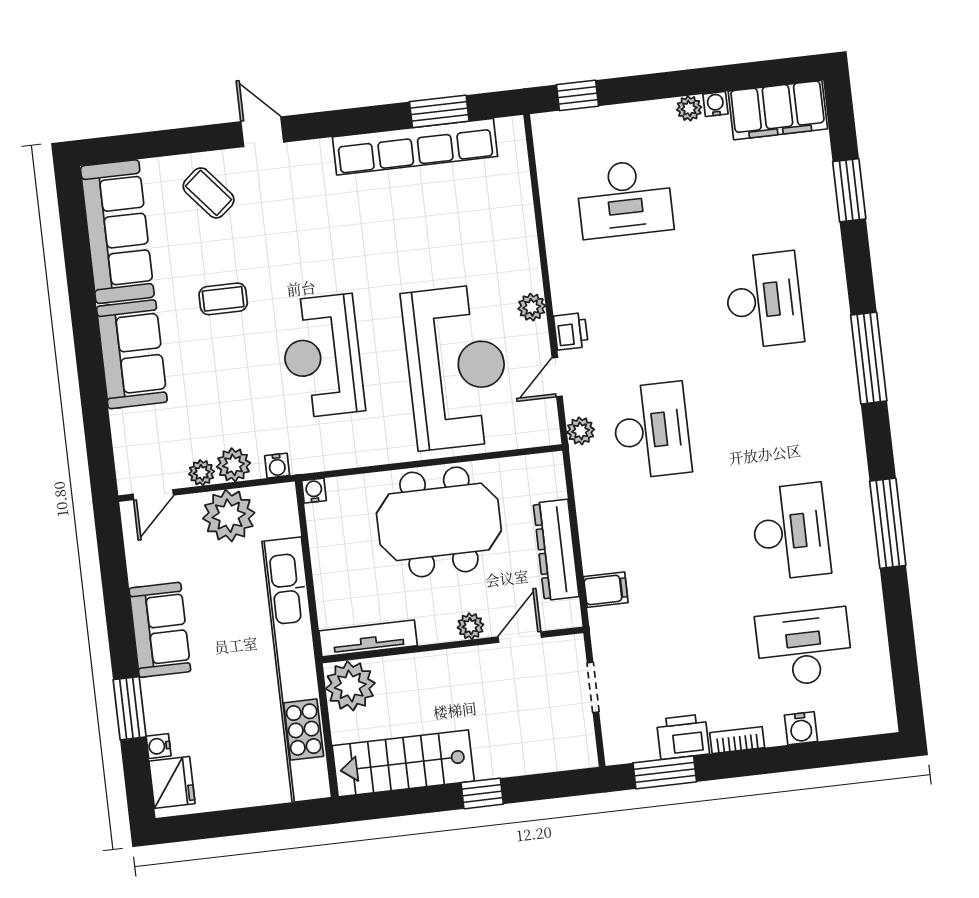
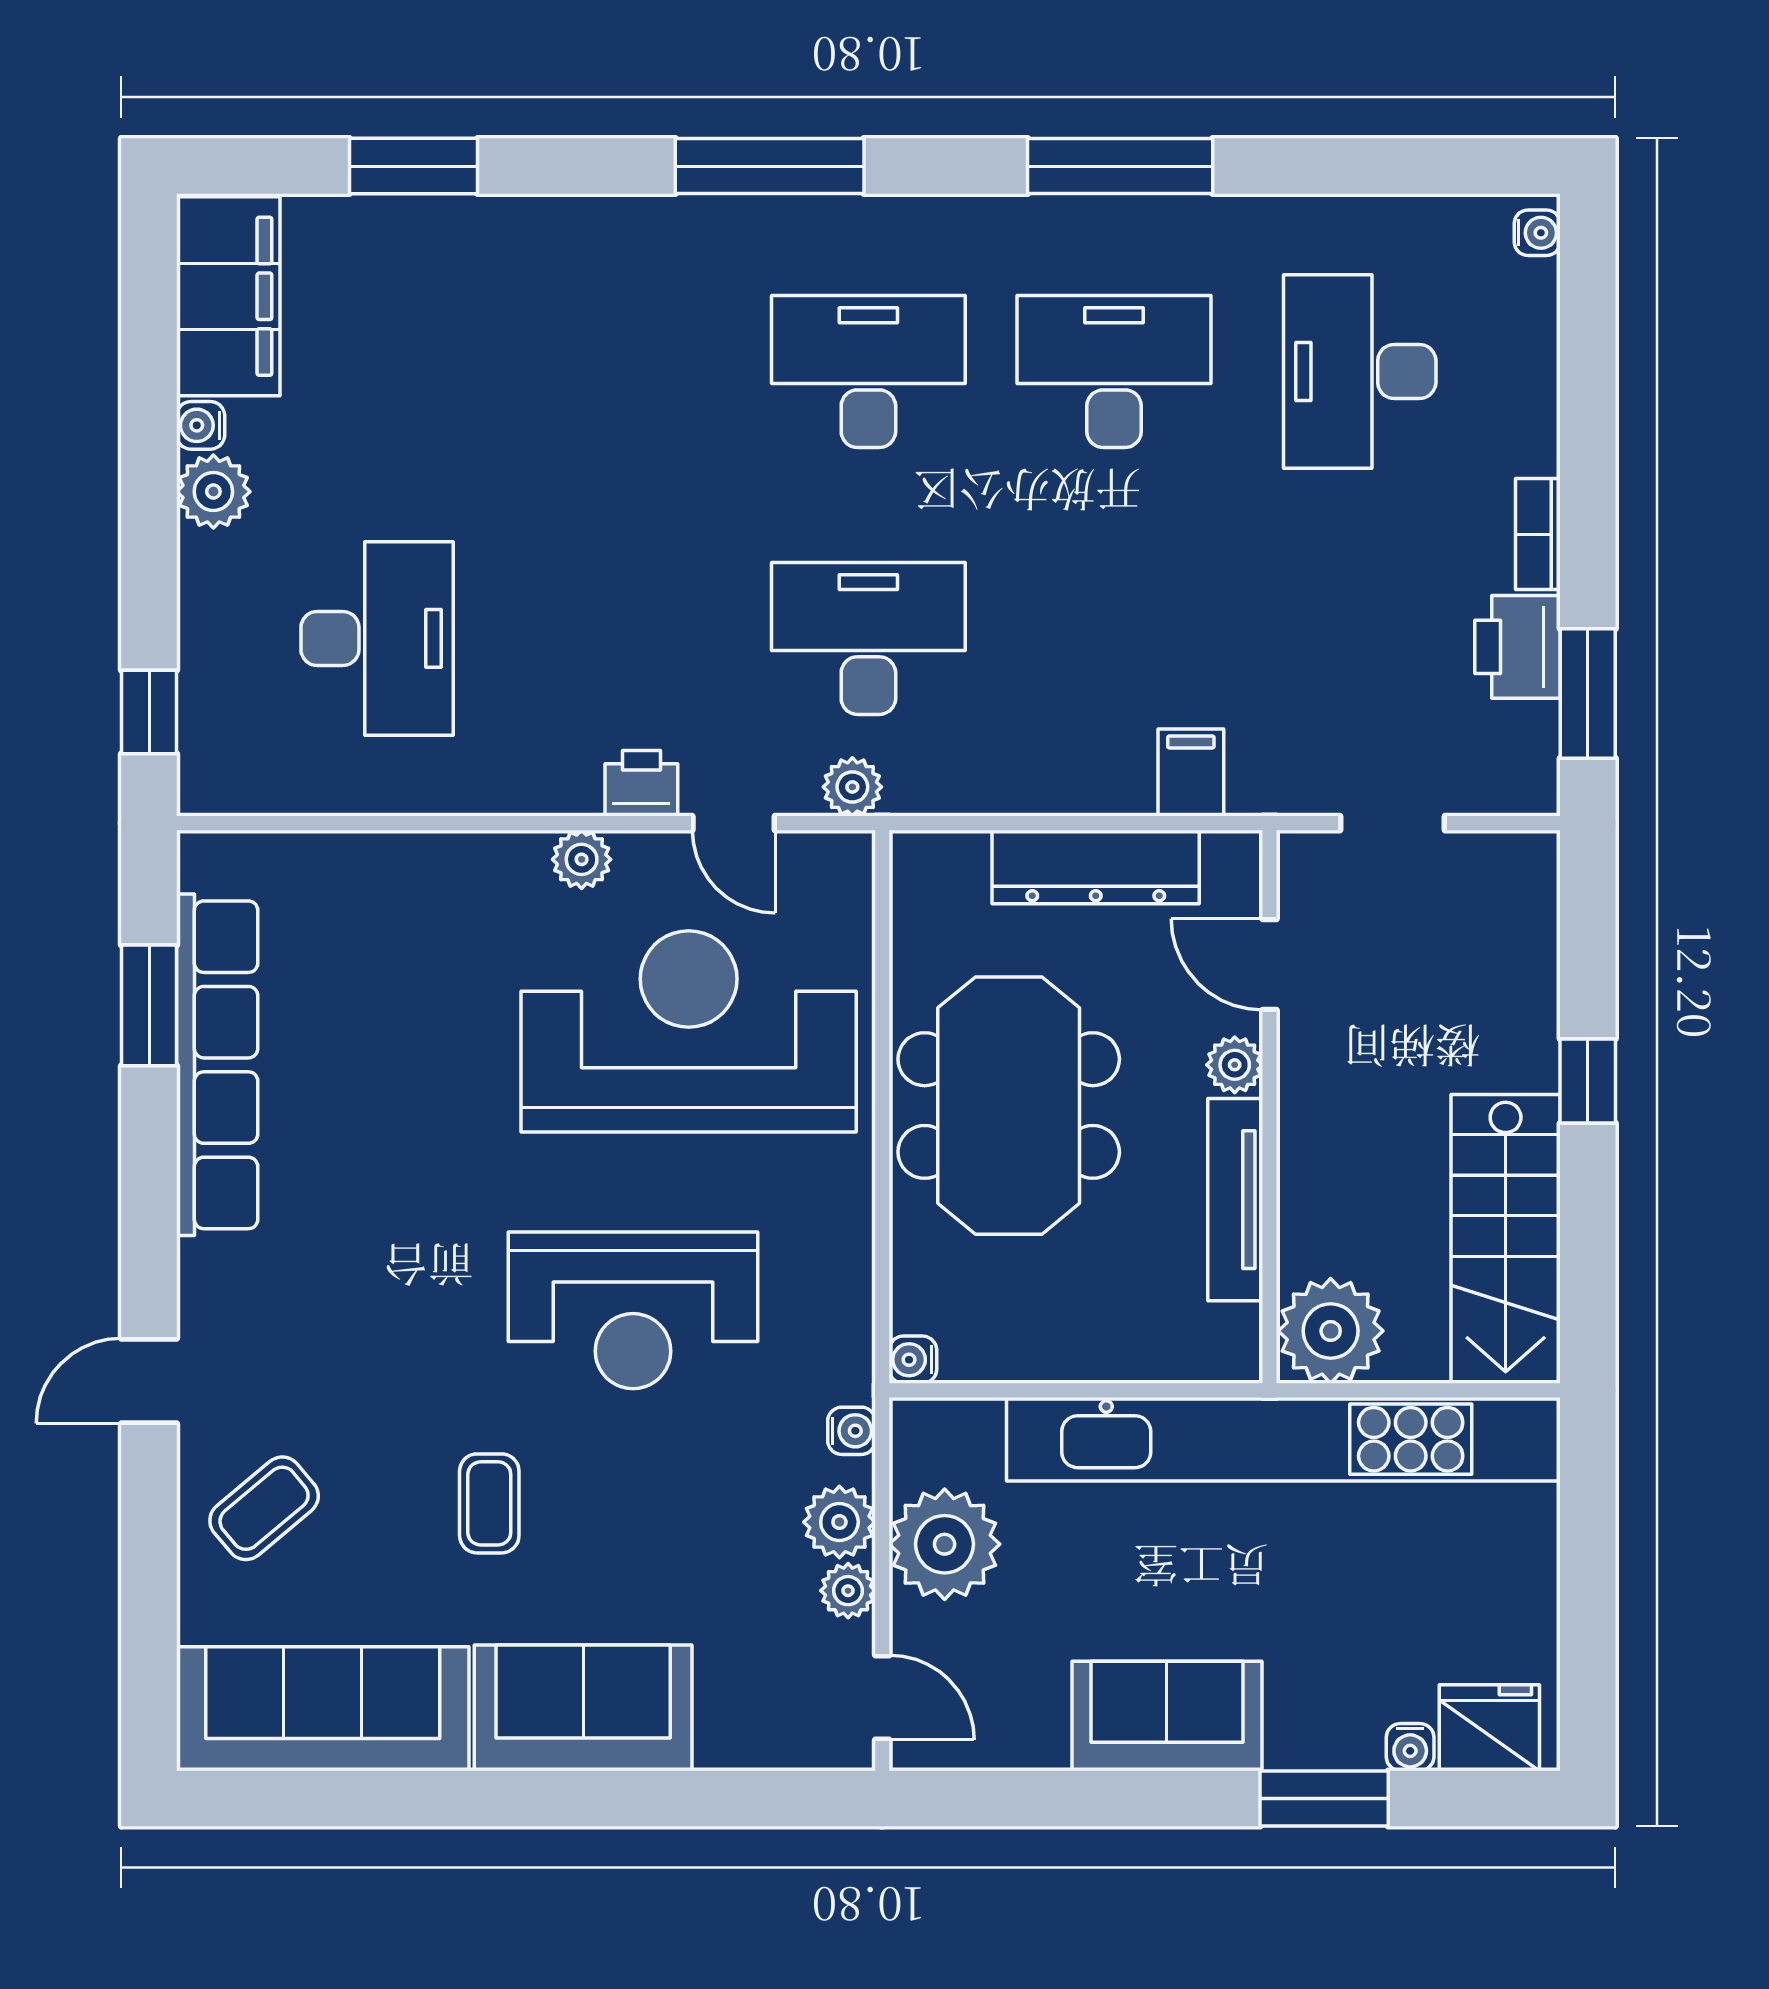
plant: (689, 108) -> (213, 492), width x1.38, depth x1.38
desk: (764, 300) -> (868, 372), moved
tv unit: (368, 638) -> (1235, 1200), moved
water cooler: (801, 728) -> (1537, 233), moved, width x0.72, depth x0.72

